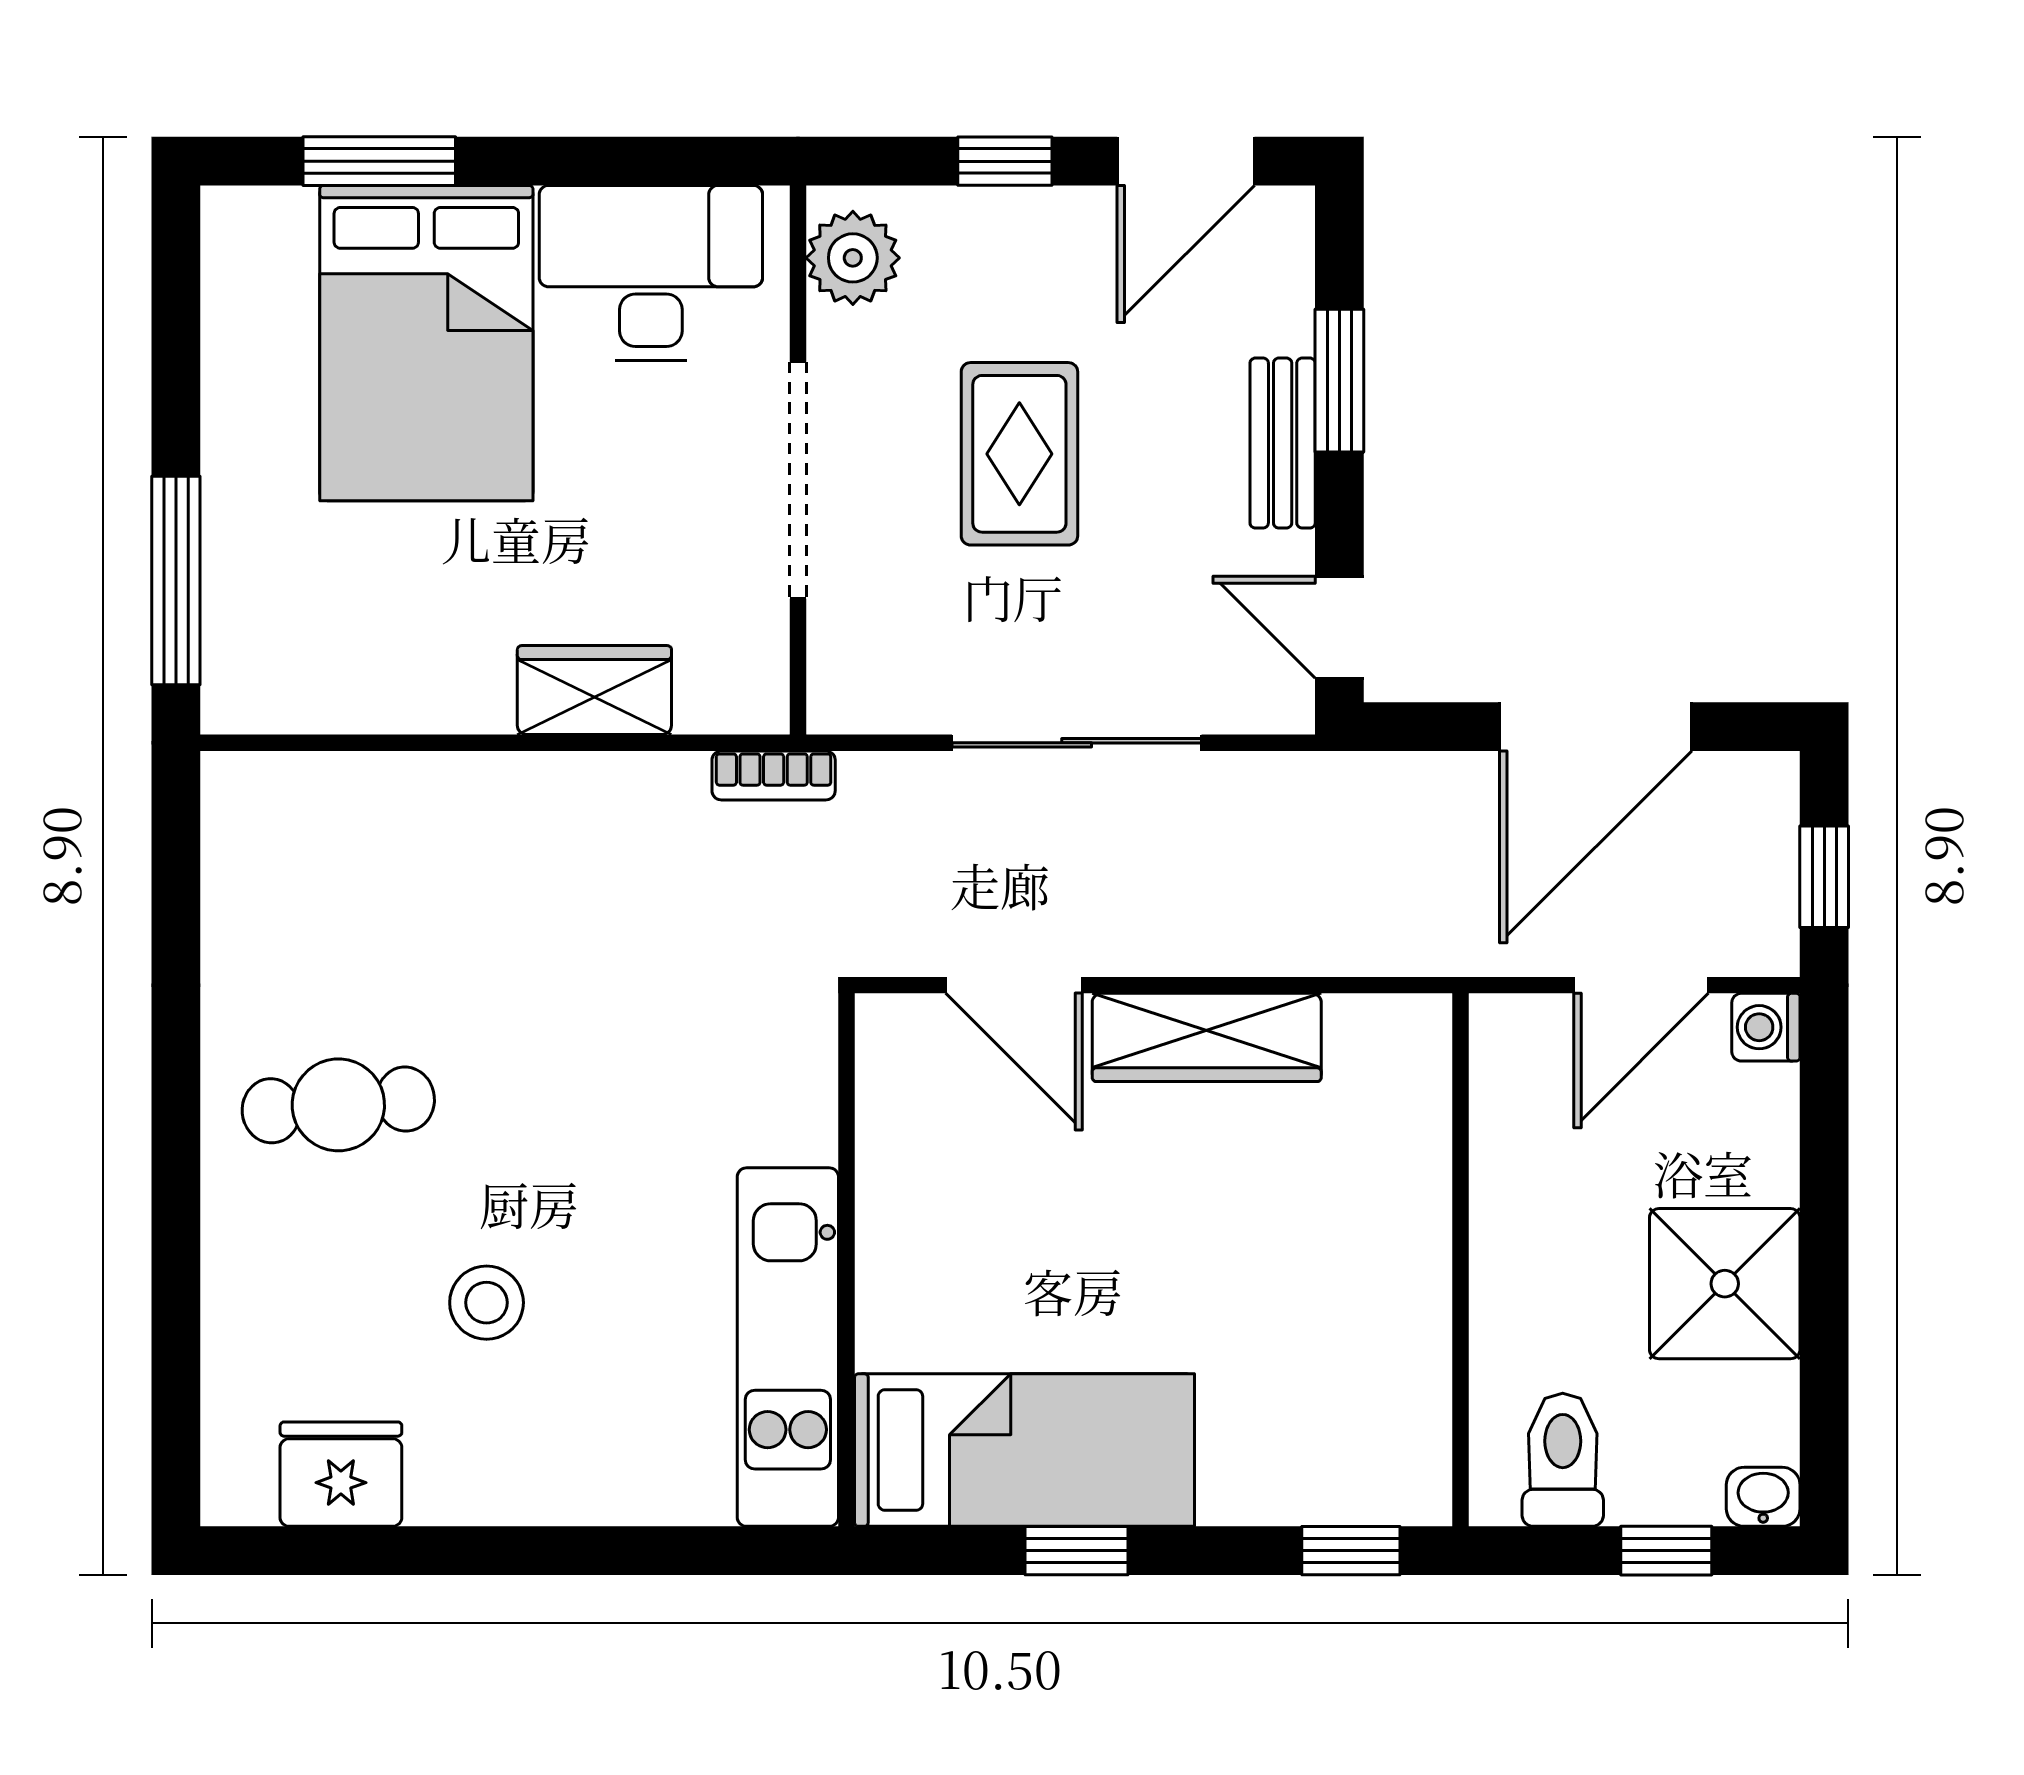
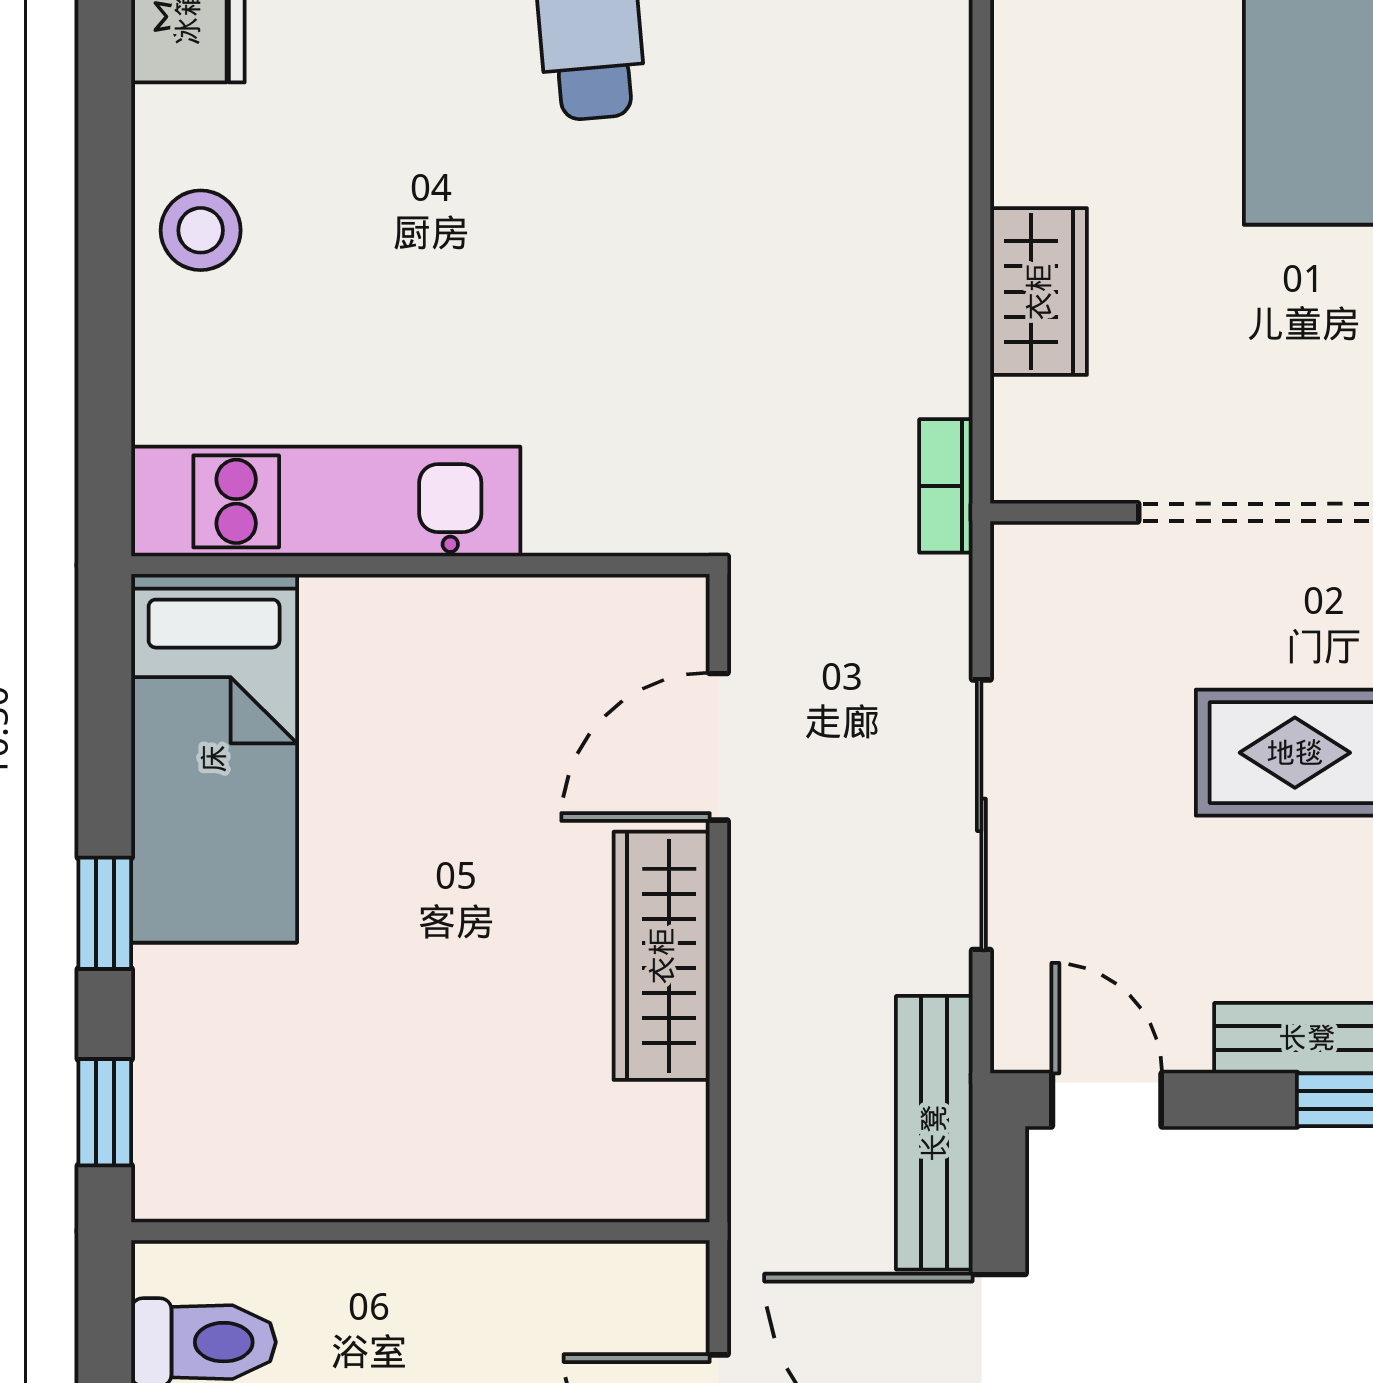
door: (1339, 627) -> (1107, 1100), hinge flipped
bench: (1370, 786) -> (934, 1133), added
stool: (487, 1303) -> (201, 230), moved
window: (1076, 1551) -> (105, 913), moved

